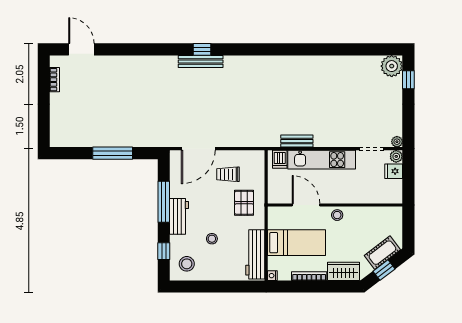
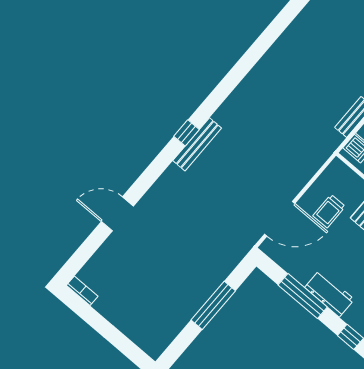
door: (81, 49) -> (117, 214), moved
bookcase: (55, 80) -> (82, 291), moved
door: (198, 149) -> (280, 219), hinge flipped

